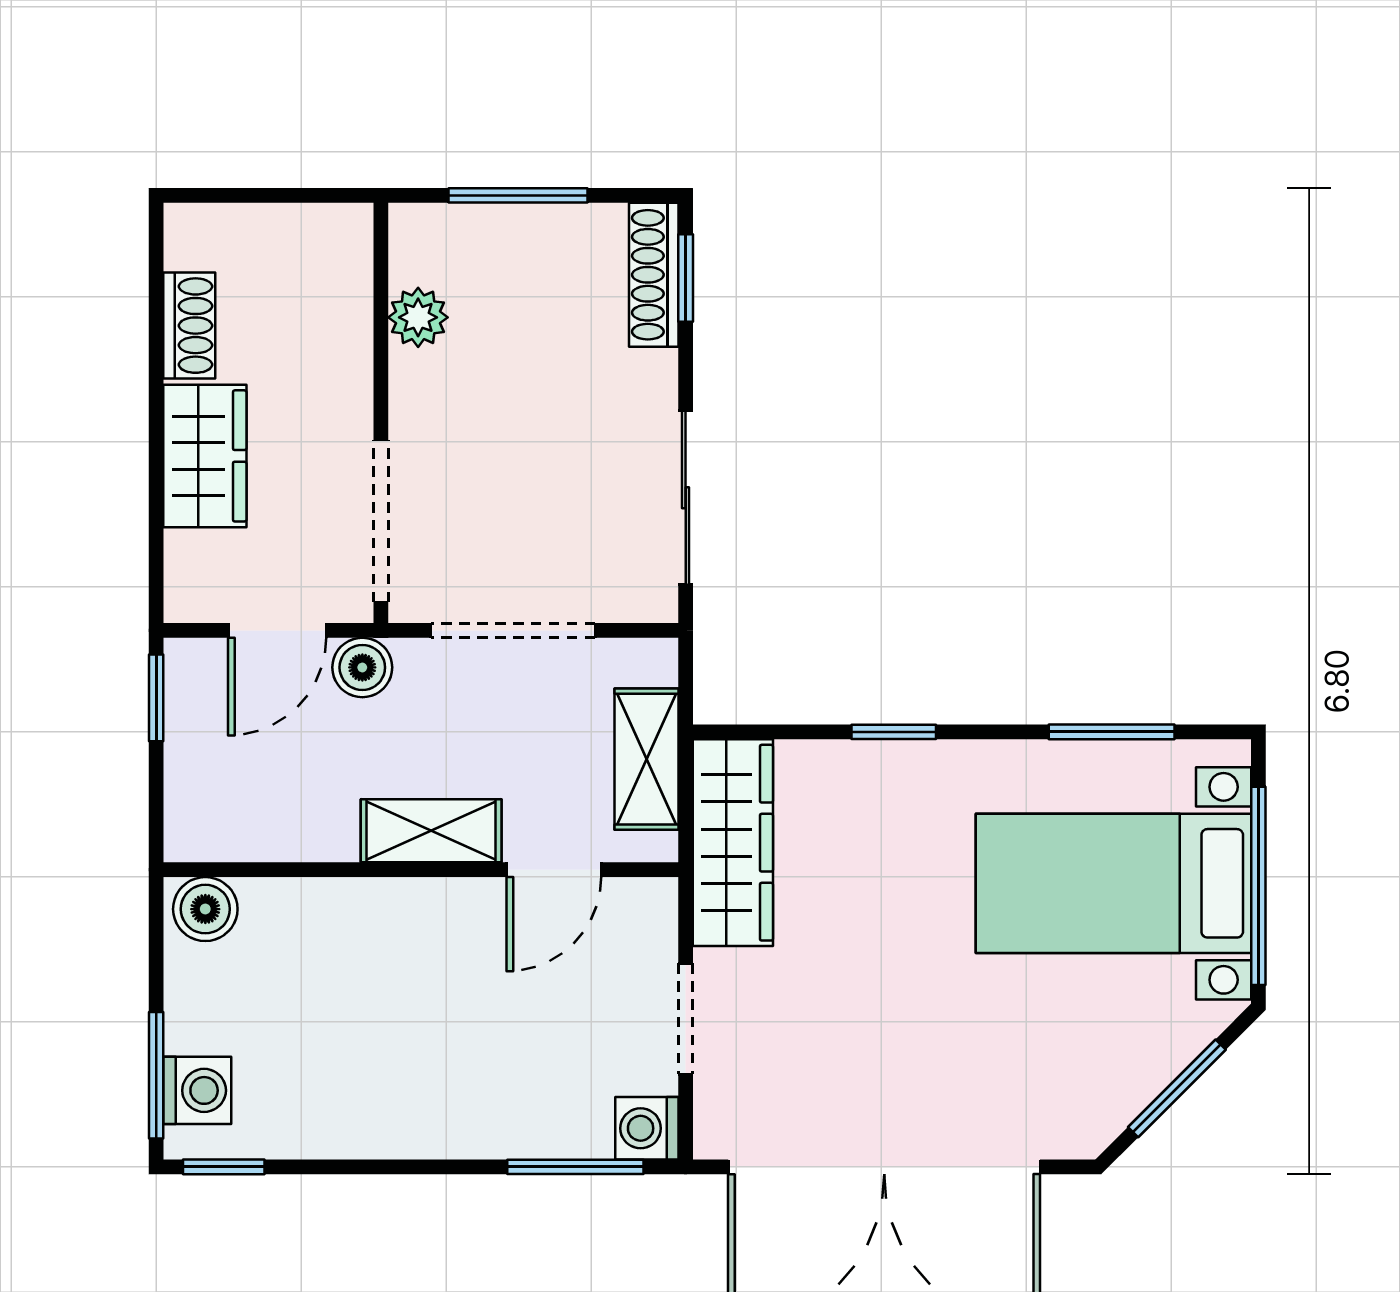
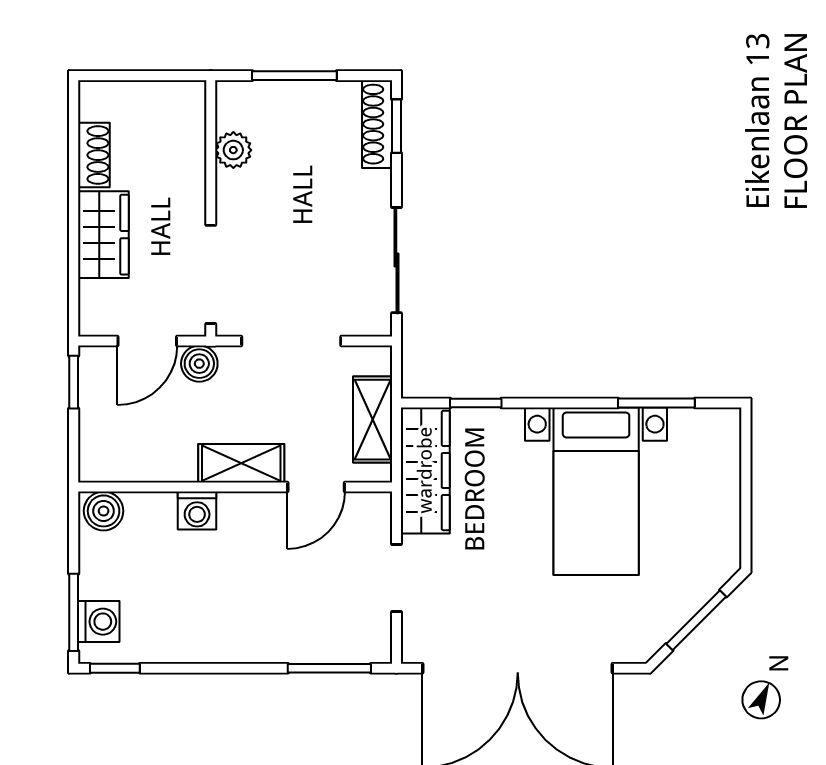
window: (894, 732) -> (476, 403), moved
bed with nightstands: (1114, 883) -> (596, 491), moved, turned -90
window: (1258, 886) -> (746, 497), removed
washing machine: (647, 1128) -> (197, 511), moved, turned -90

